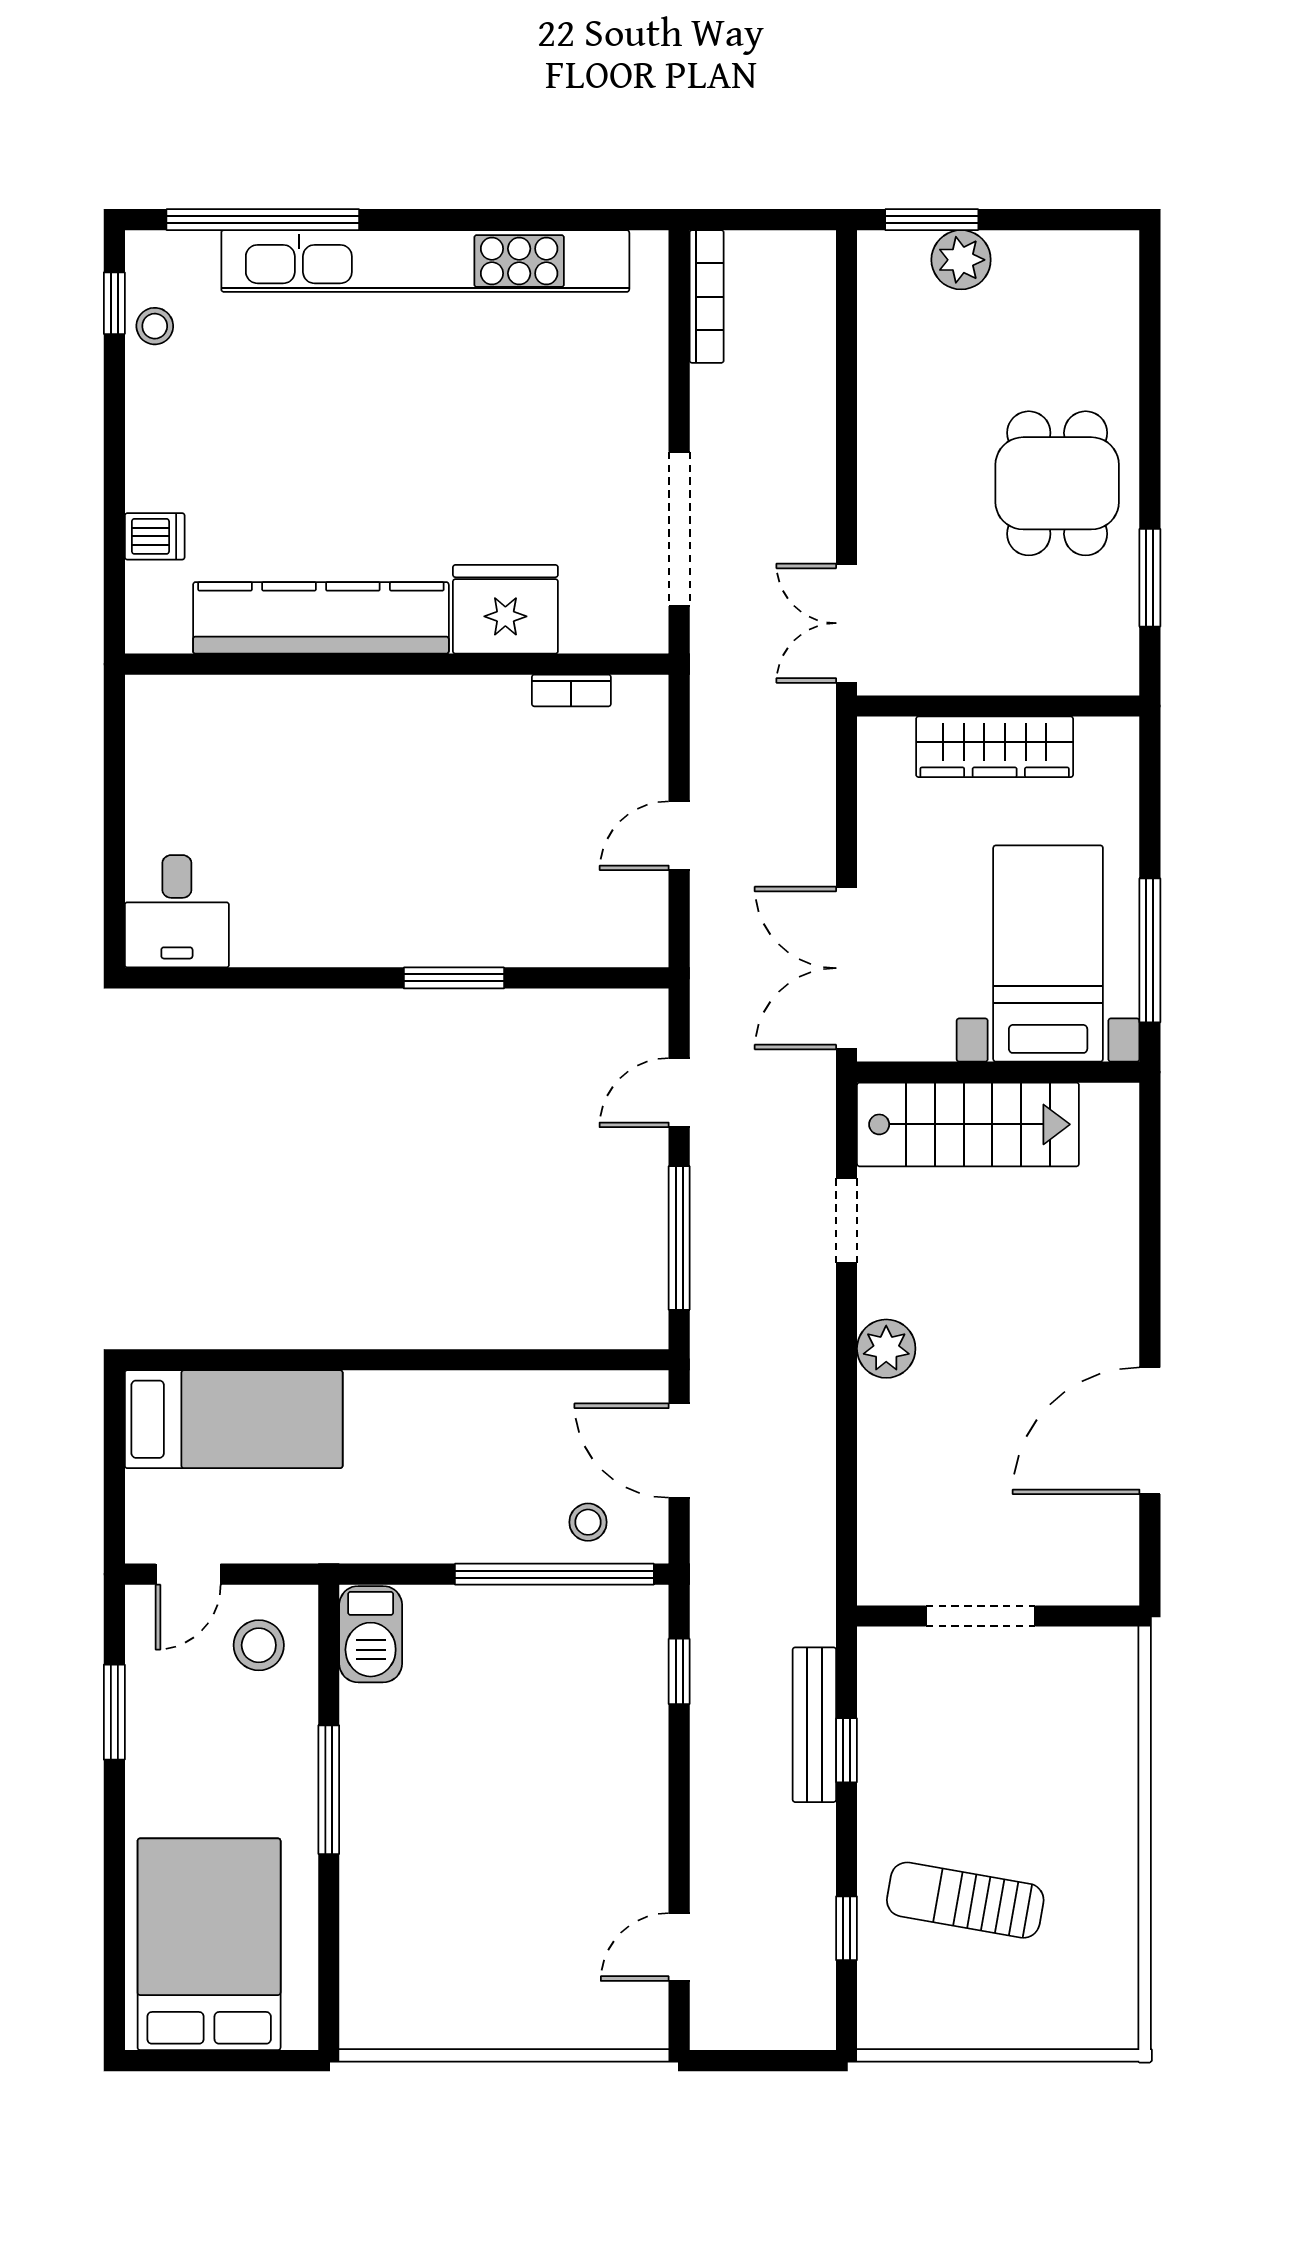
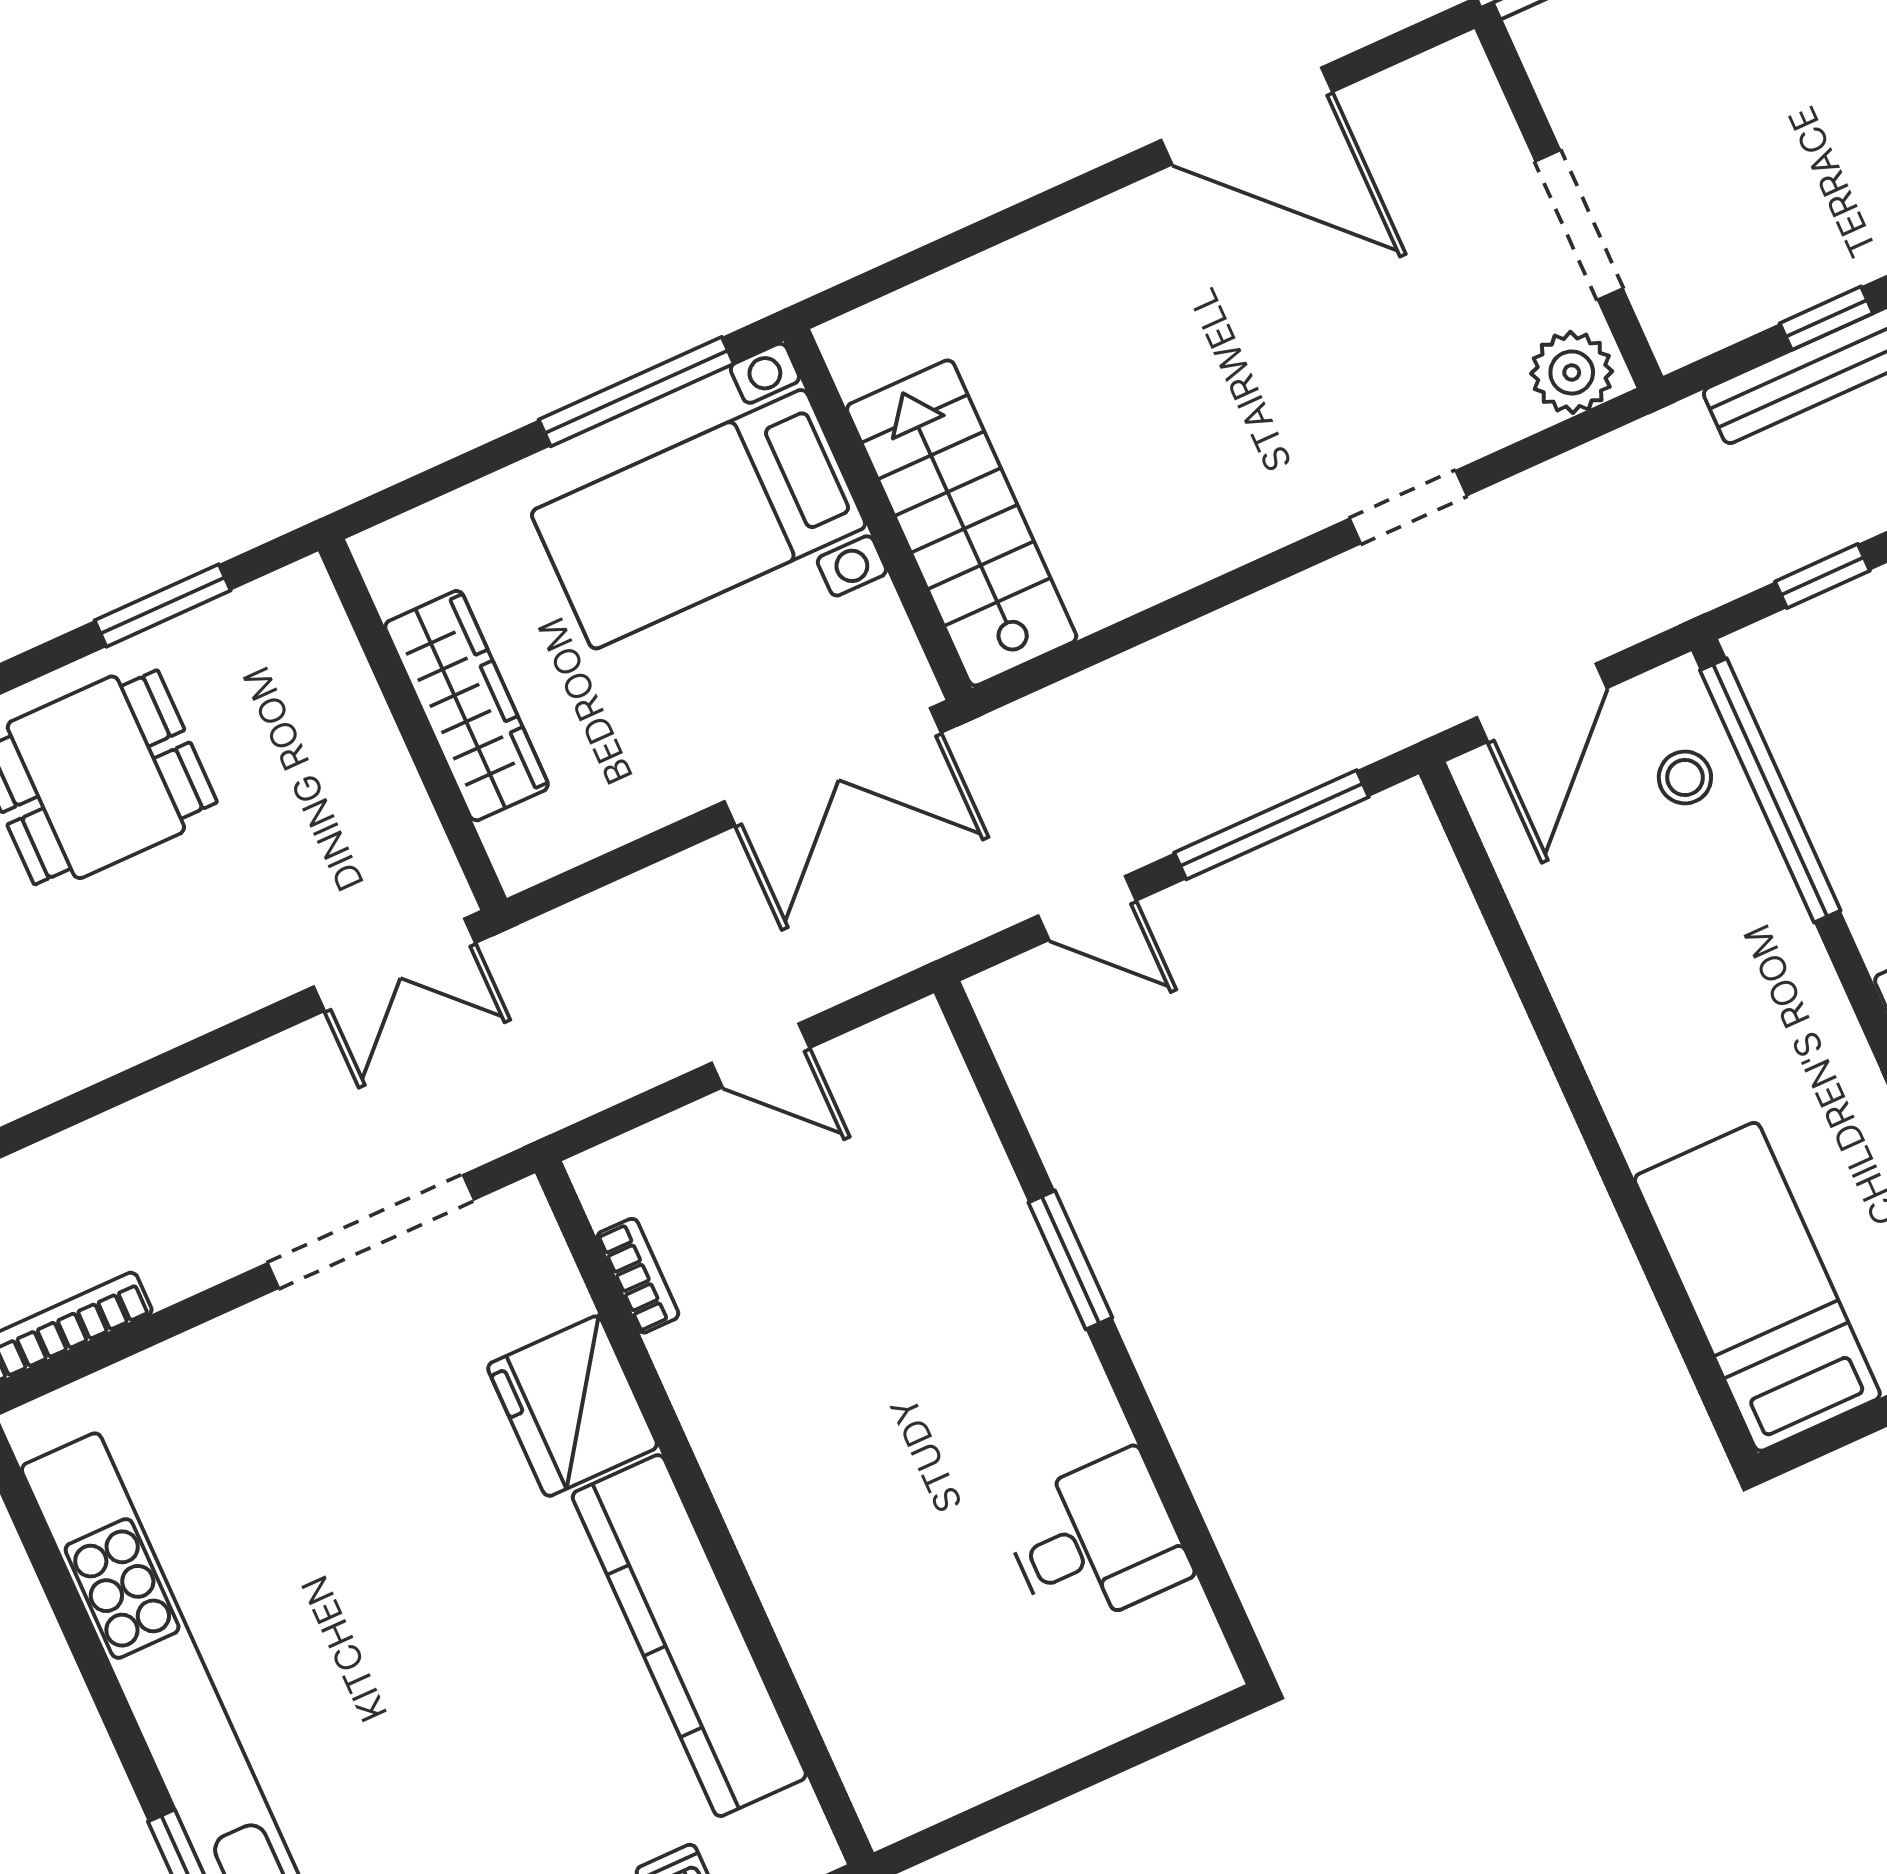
desk: (177, 911) -> (1095, 1541), moved
doorway: (847, 1220) -> (1408, 507), moved
plant: (886, 1349) -> (1572, 372), moved

